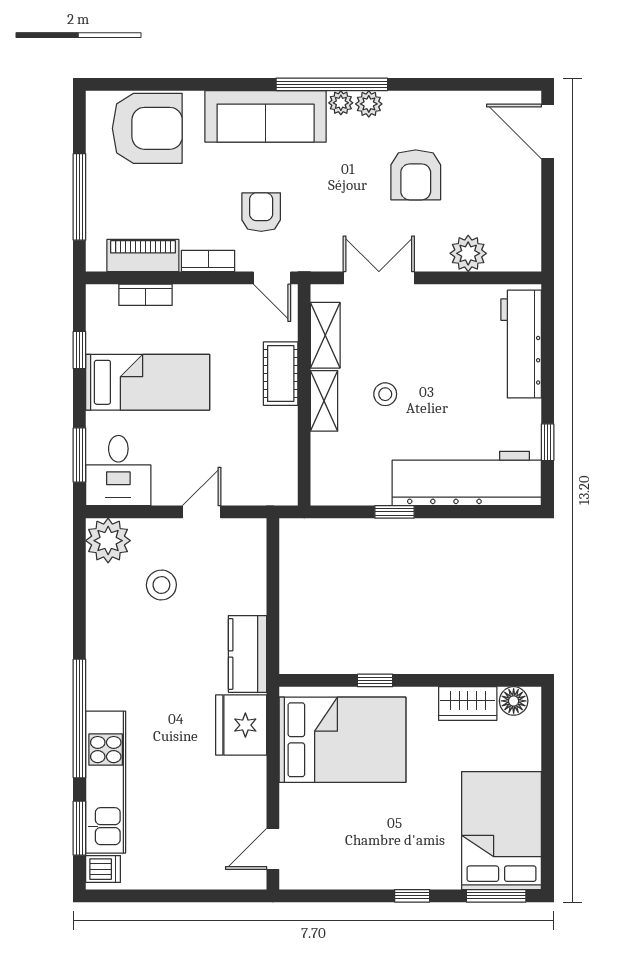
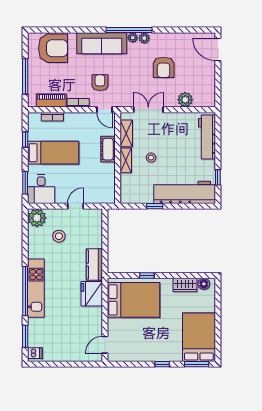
kitchen unit: (106, 782) -> (36, 288), moved

